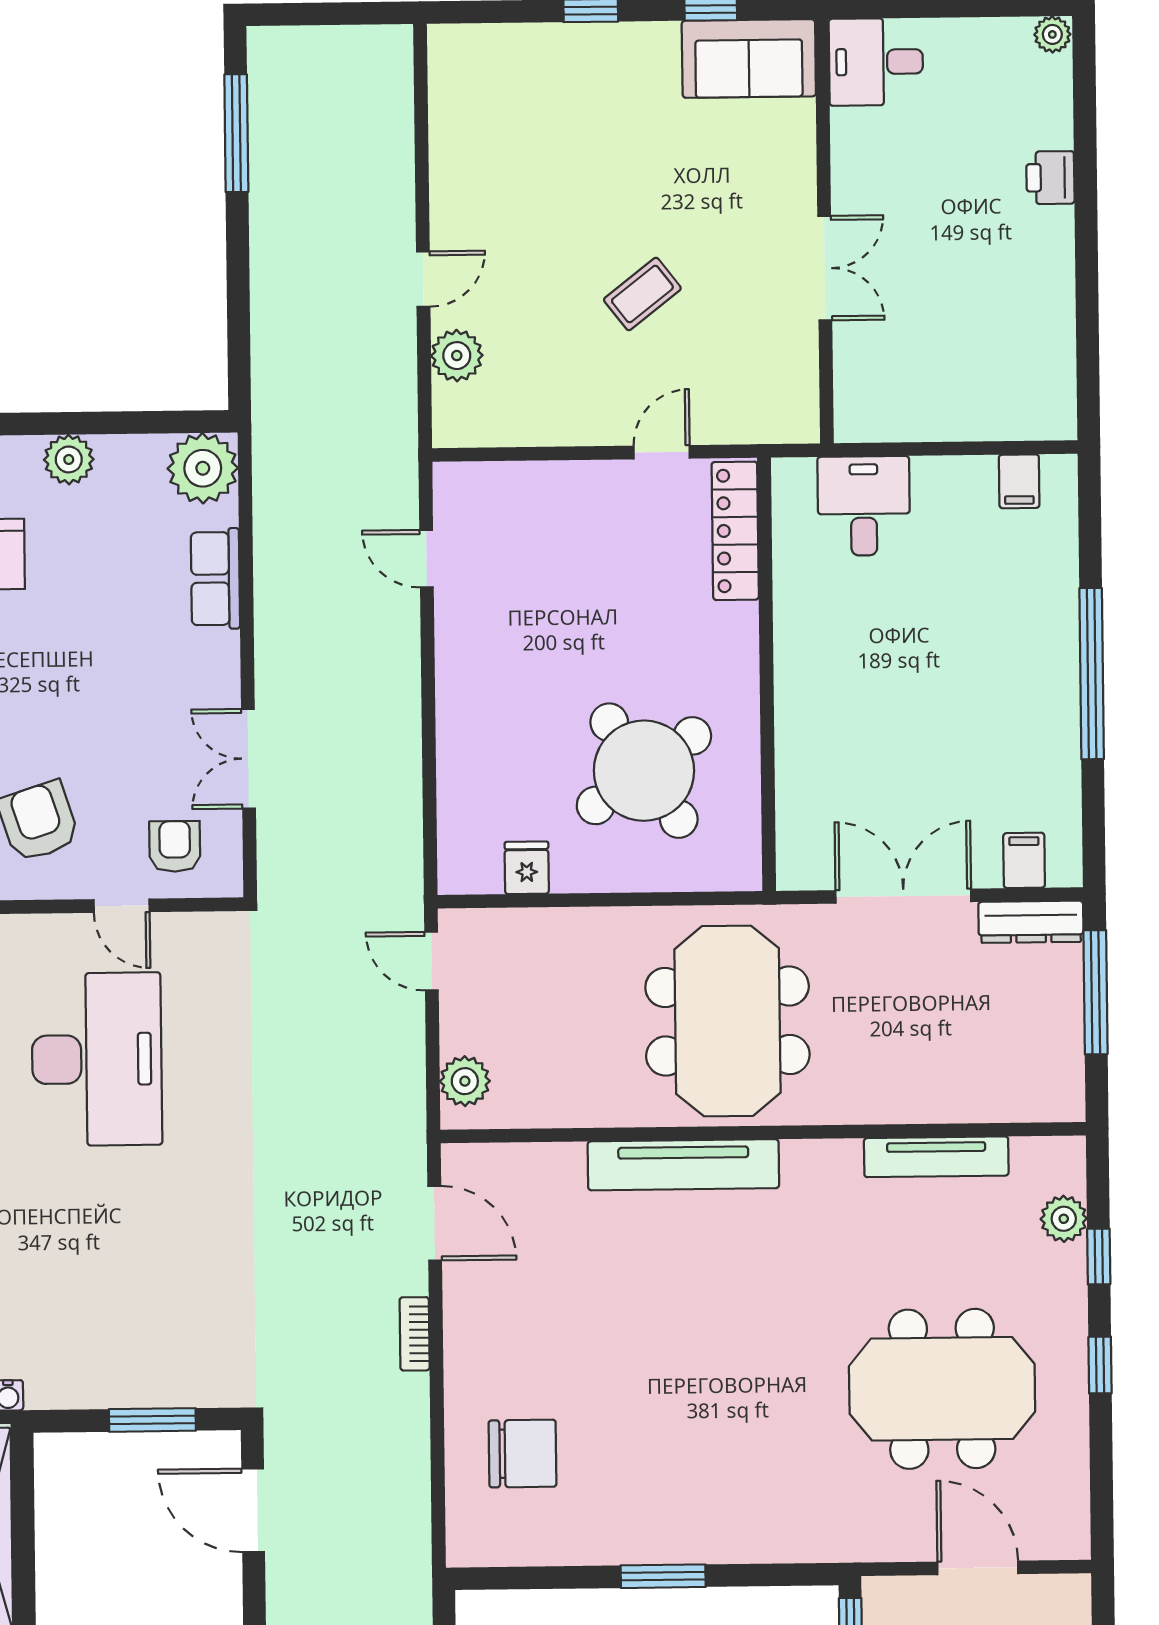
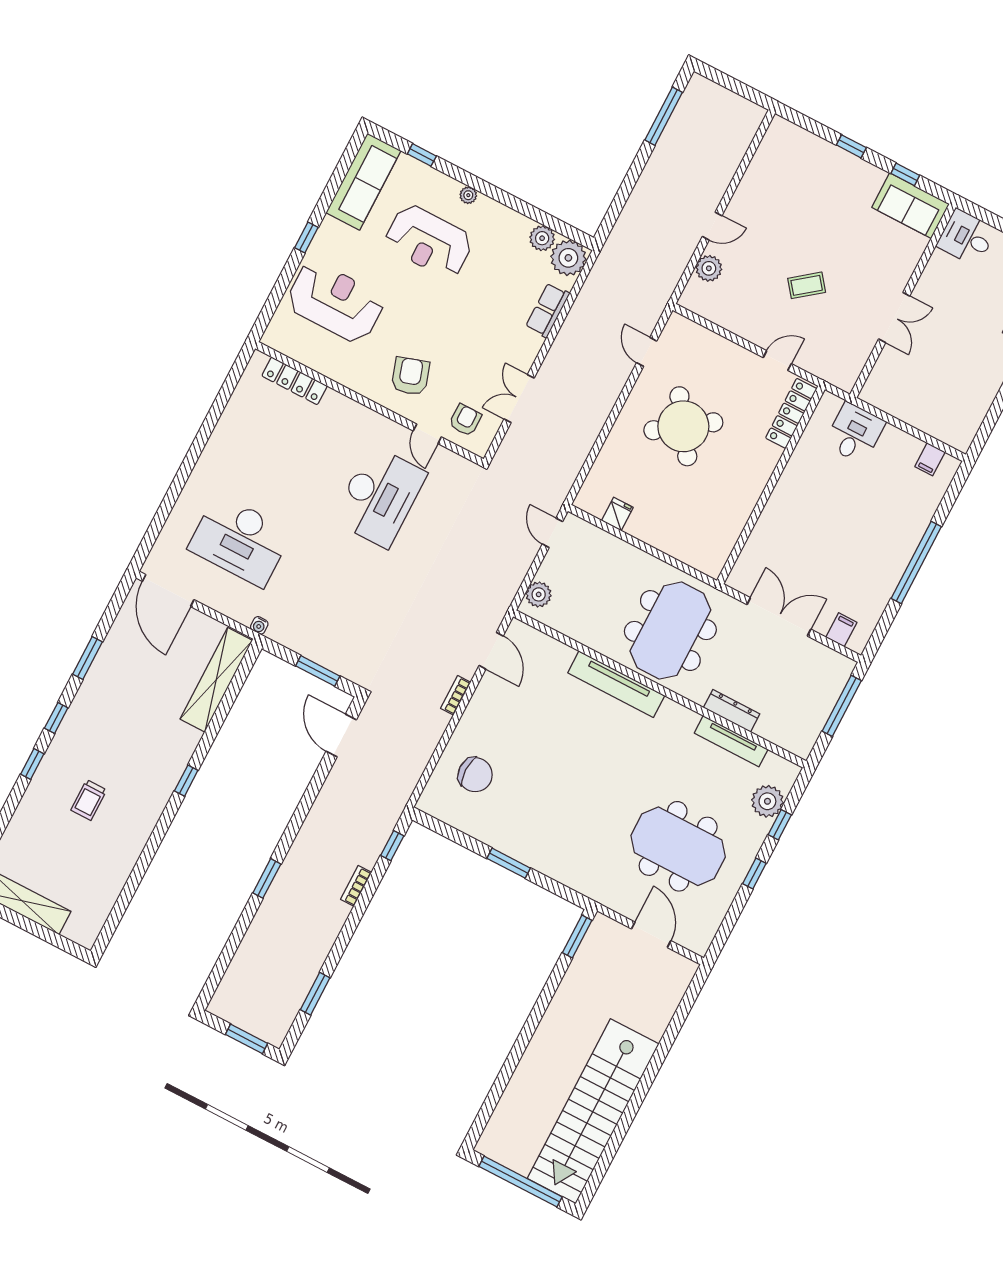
plant: (69, 459) -> (542, 238), moved
round table: (644, 771) -> (683, 426), moved
dresser: (1031, 922) -> (732, 711), moved, turned 180
plant: (1064, 1219) -> (767, 801), width x1.36, depth x1.36

